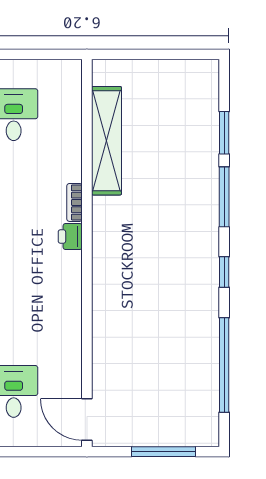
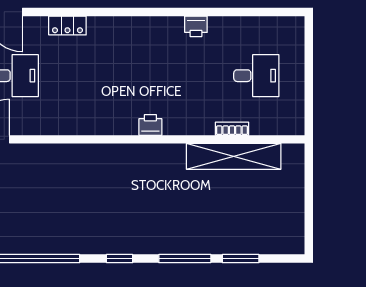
bookcase: (75, 202) -> (232, 129), moved

